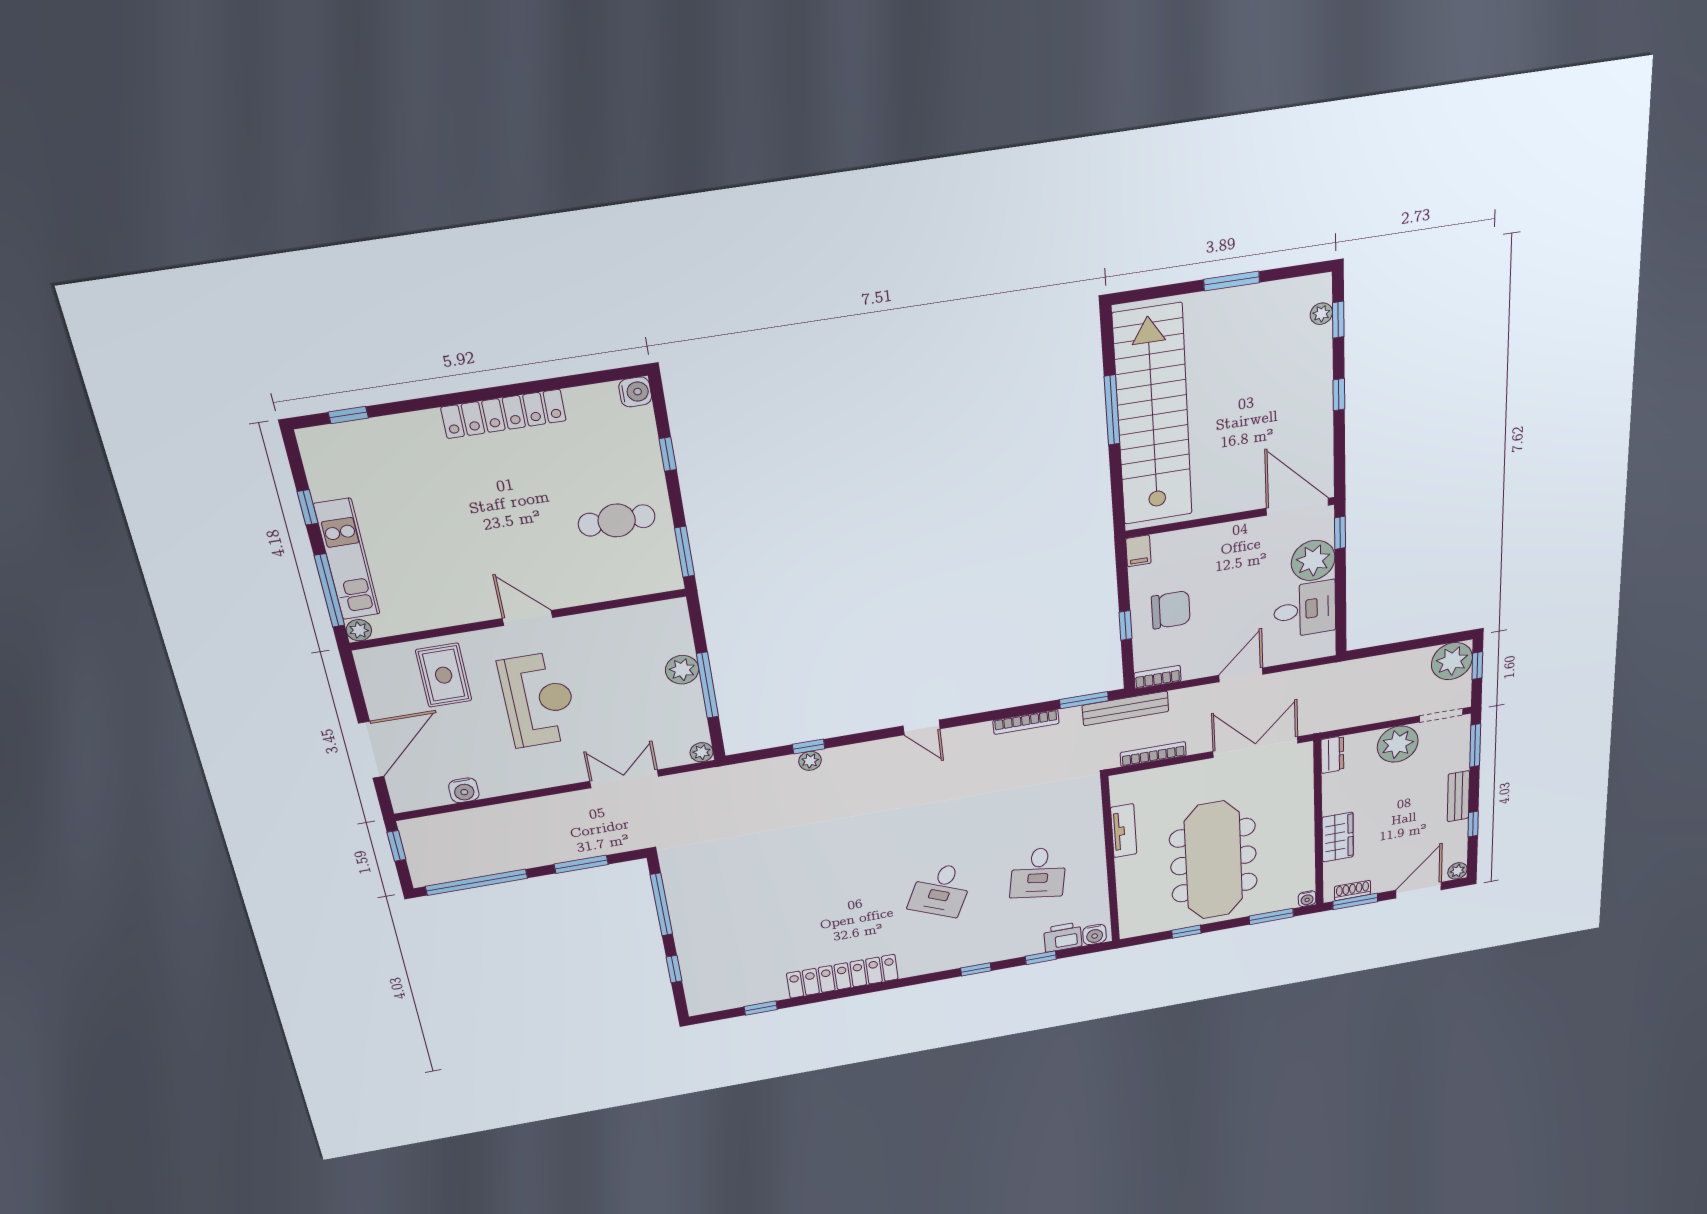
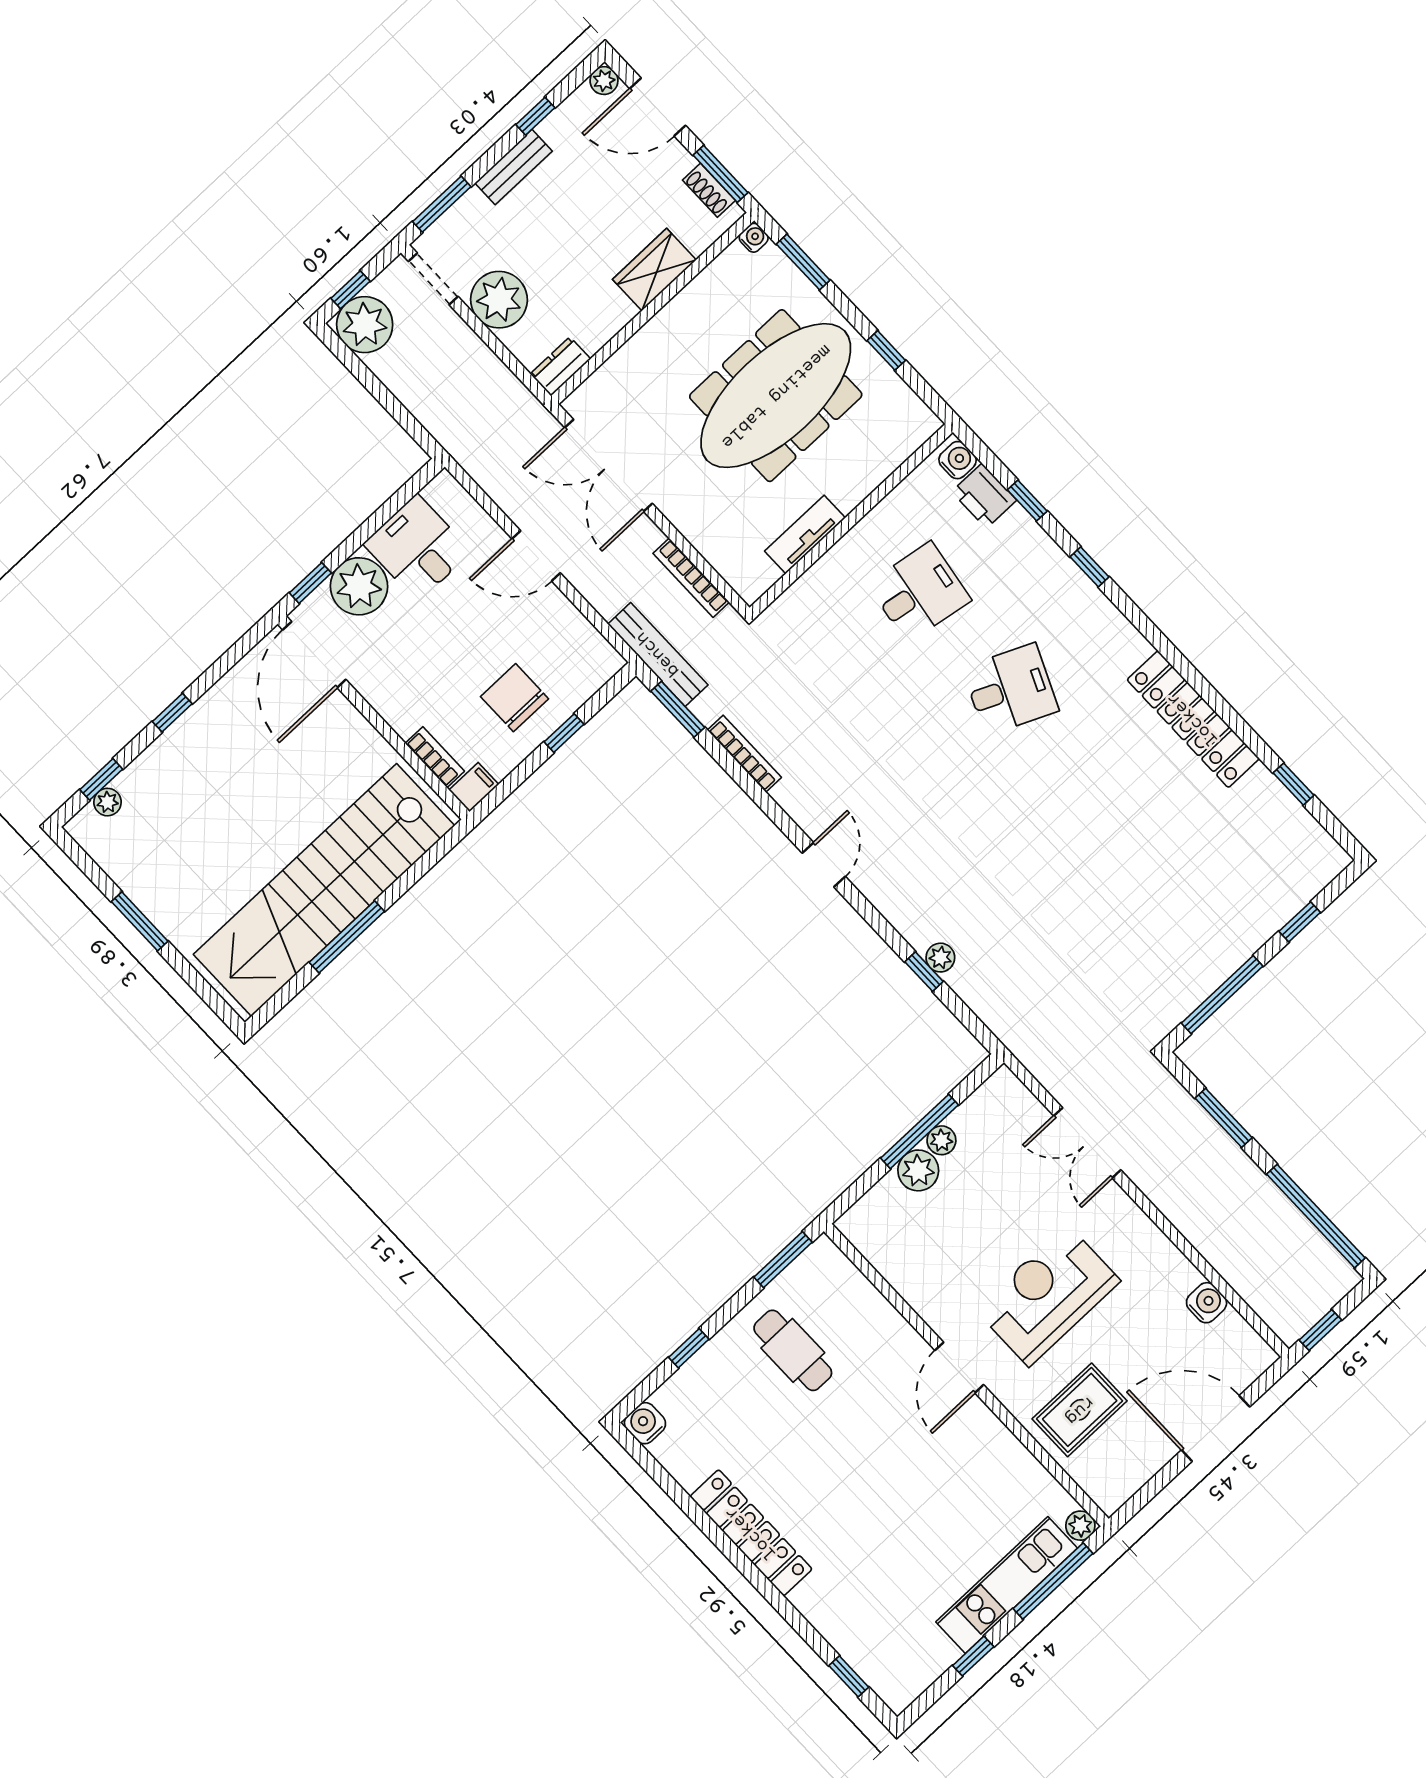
bookcase: (1158, 677) -> (435, 757), moved, turned 180
plant: (702, 752) -> (941, 1140), moved

